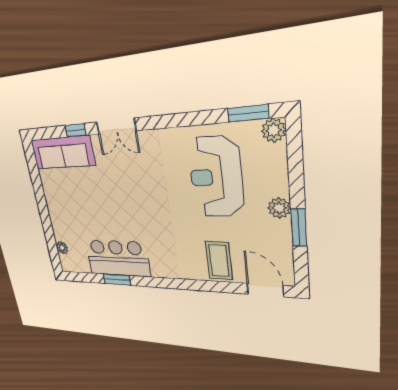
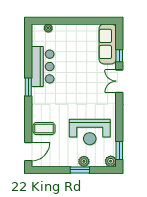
reception desk: (216, 177) -> (90, 132), turned 180
plant: (279, 208) -> (84, 161), moved
window: (299, 228) -> (80, 170), moved
window: (117, 280) -> (28, 87), moved

